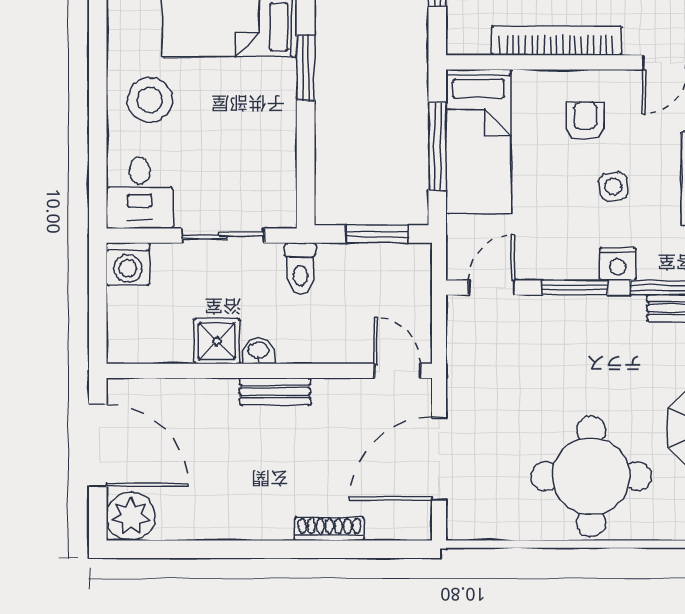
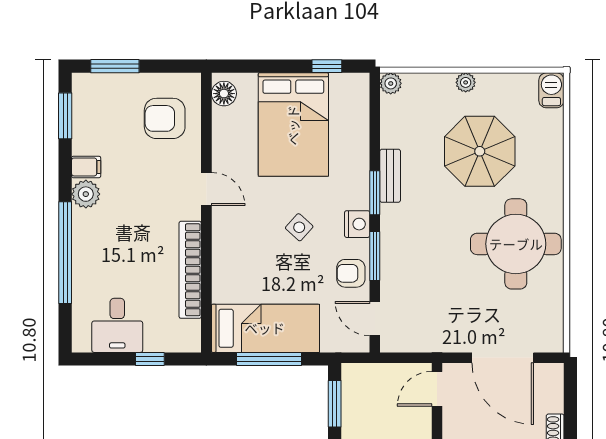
armchair: (585, 121) -> (351, 273), moved
side table: (613, 187) -> (299, 227), turned -38

